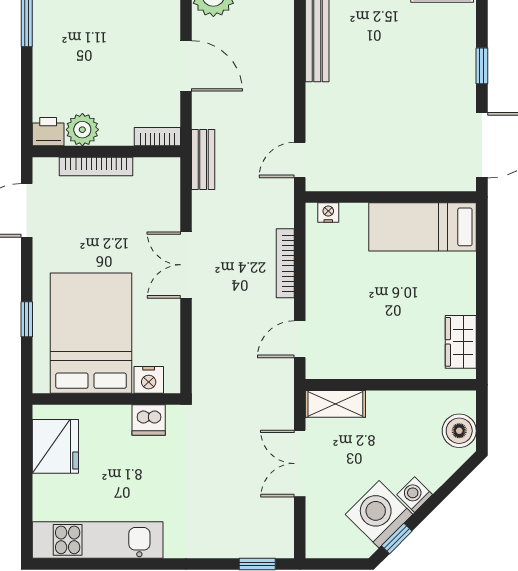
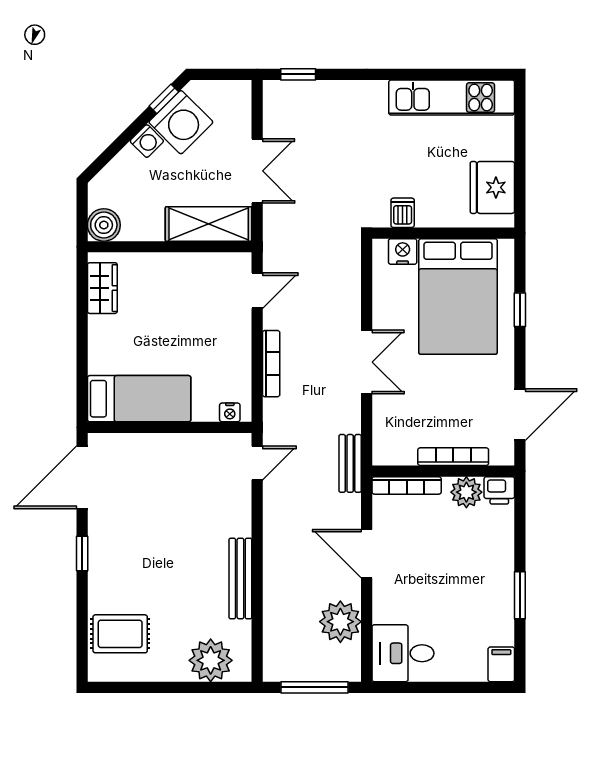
bookcase: (157, 137) -> (407, 485), width x1.56
shelving: (335, 404) -> (209, 224), width x1.50, depth x1.33
dishwasher: (149, 420) -> (403, 213), width x0.73
boiler: (459, 431) -> (104, 225), moved

